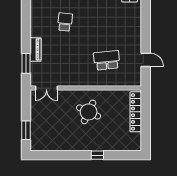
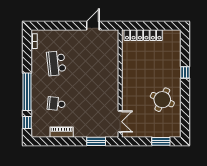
piano: (35, 49) -> (62, 132), moved
school desk: (107, 60) -> (56, 63), moved
round table: (89, 112) -> (162, 100), moved

